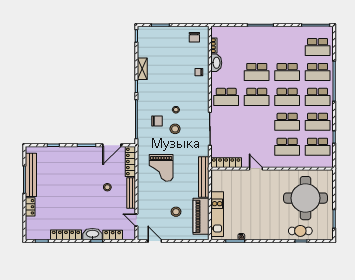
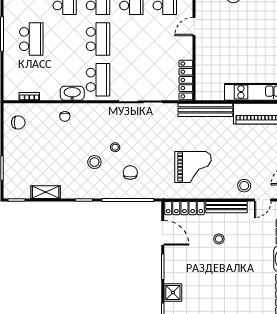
washbasin: (216, 63) -> (72, 93), moved
shelving: (142, 69) -> (46, 192), moved
school desk: (257, 72) -> (31, 39), moved
stool: (175, 129) -> (94, 162), moved
shower: (67, 153) -> (173, 293), added
door: (256, 169) -> (194, 27), moved
stool: (176, 212) -> (244, 186), moved

